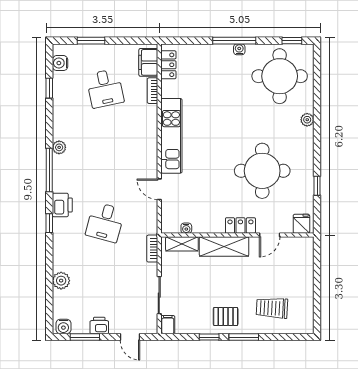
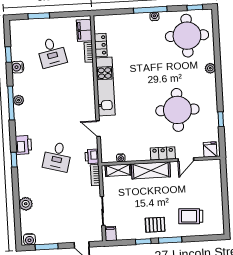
water cooler: (60, 63) -> (17, 67), moved
locker: (168, 65) -> (101, 45), moved
window: (49, 170) -> (11, 103), moved
printer: (99, 325) -> (92, 156), moved, turned -90

